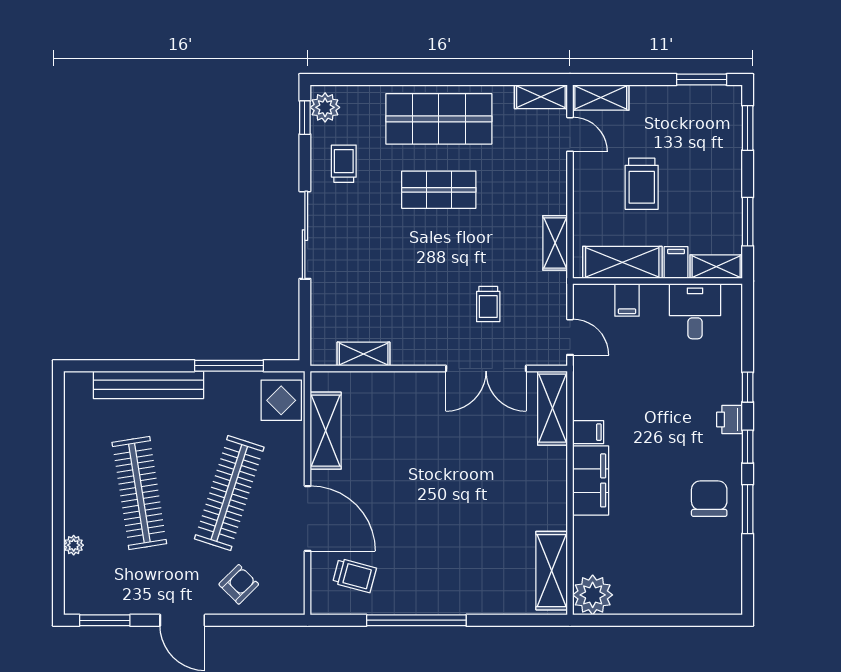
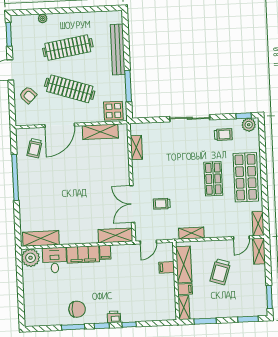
trolley: (642, 184) -> (220, 272), turned -72
desk: (695, 311) -> (55, 260), moved, turned -90

